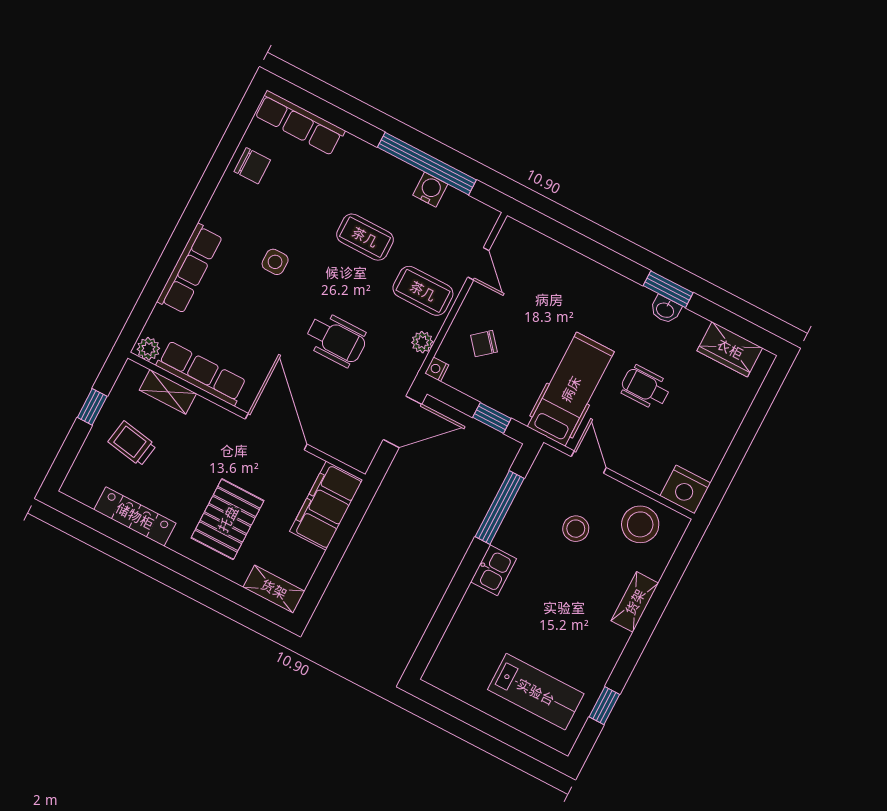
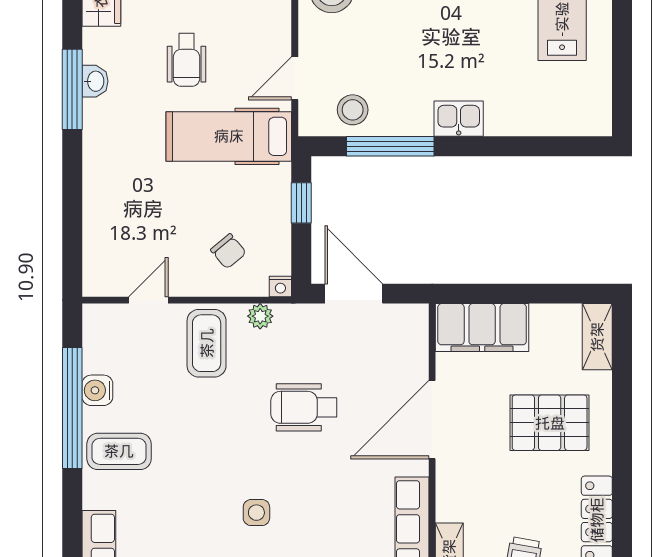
coffee table: (365, 237) -> (119, 451), moved, turned 90
window: (668, 289) -> (72, 89), width x1.44
wheelchair: (336, 339) -> (304, 407), turned -90
stool: (576, 529) -> (353, 110), moved

